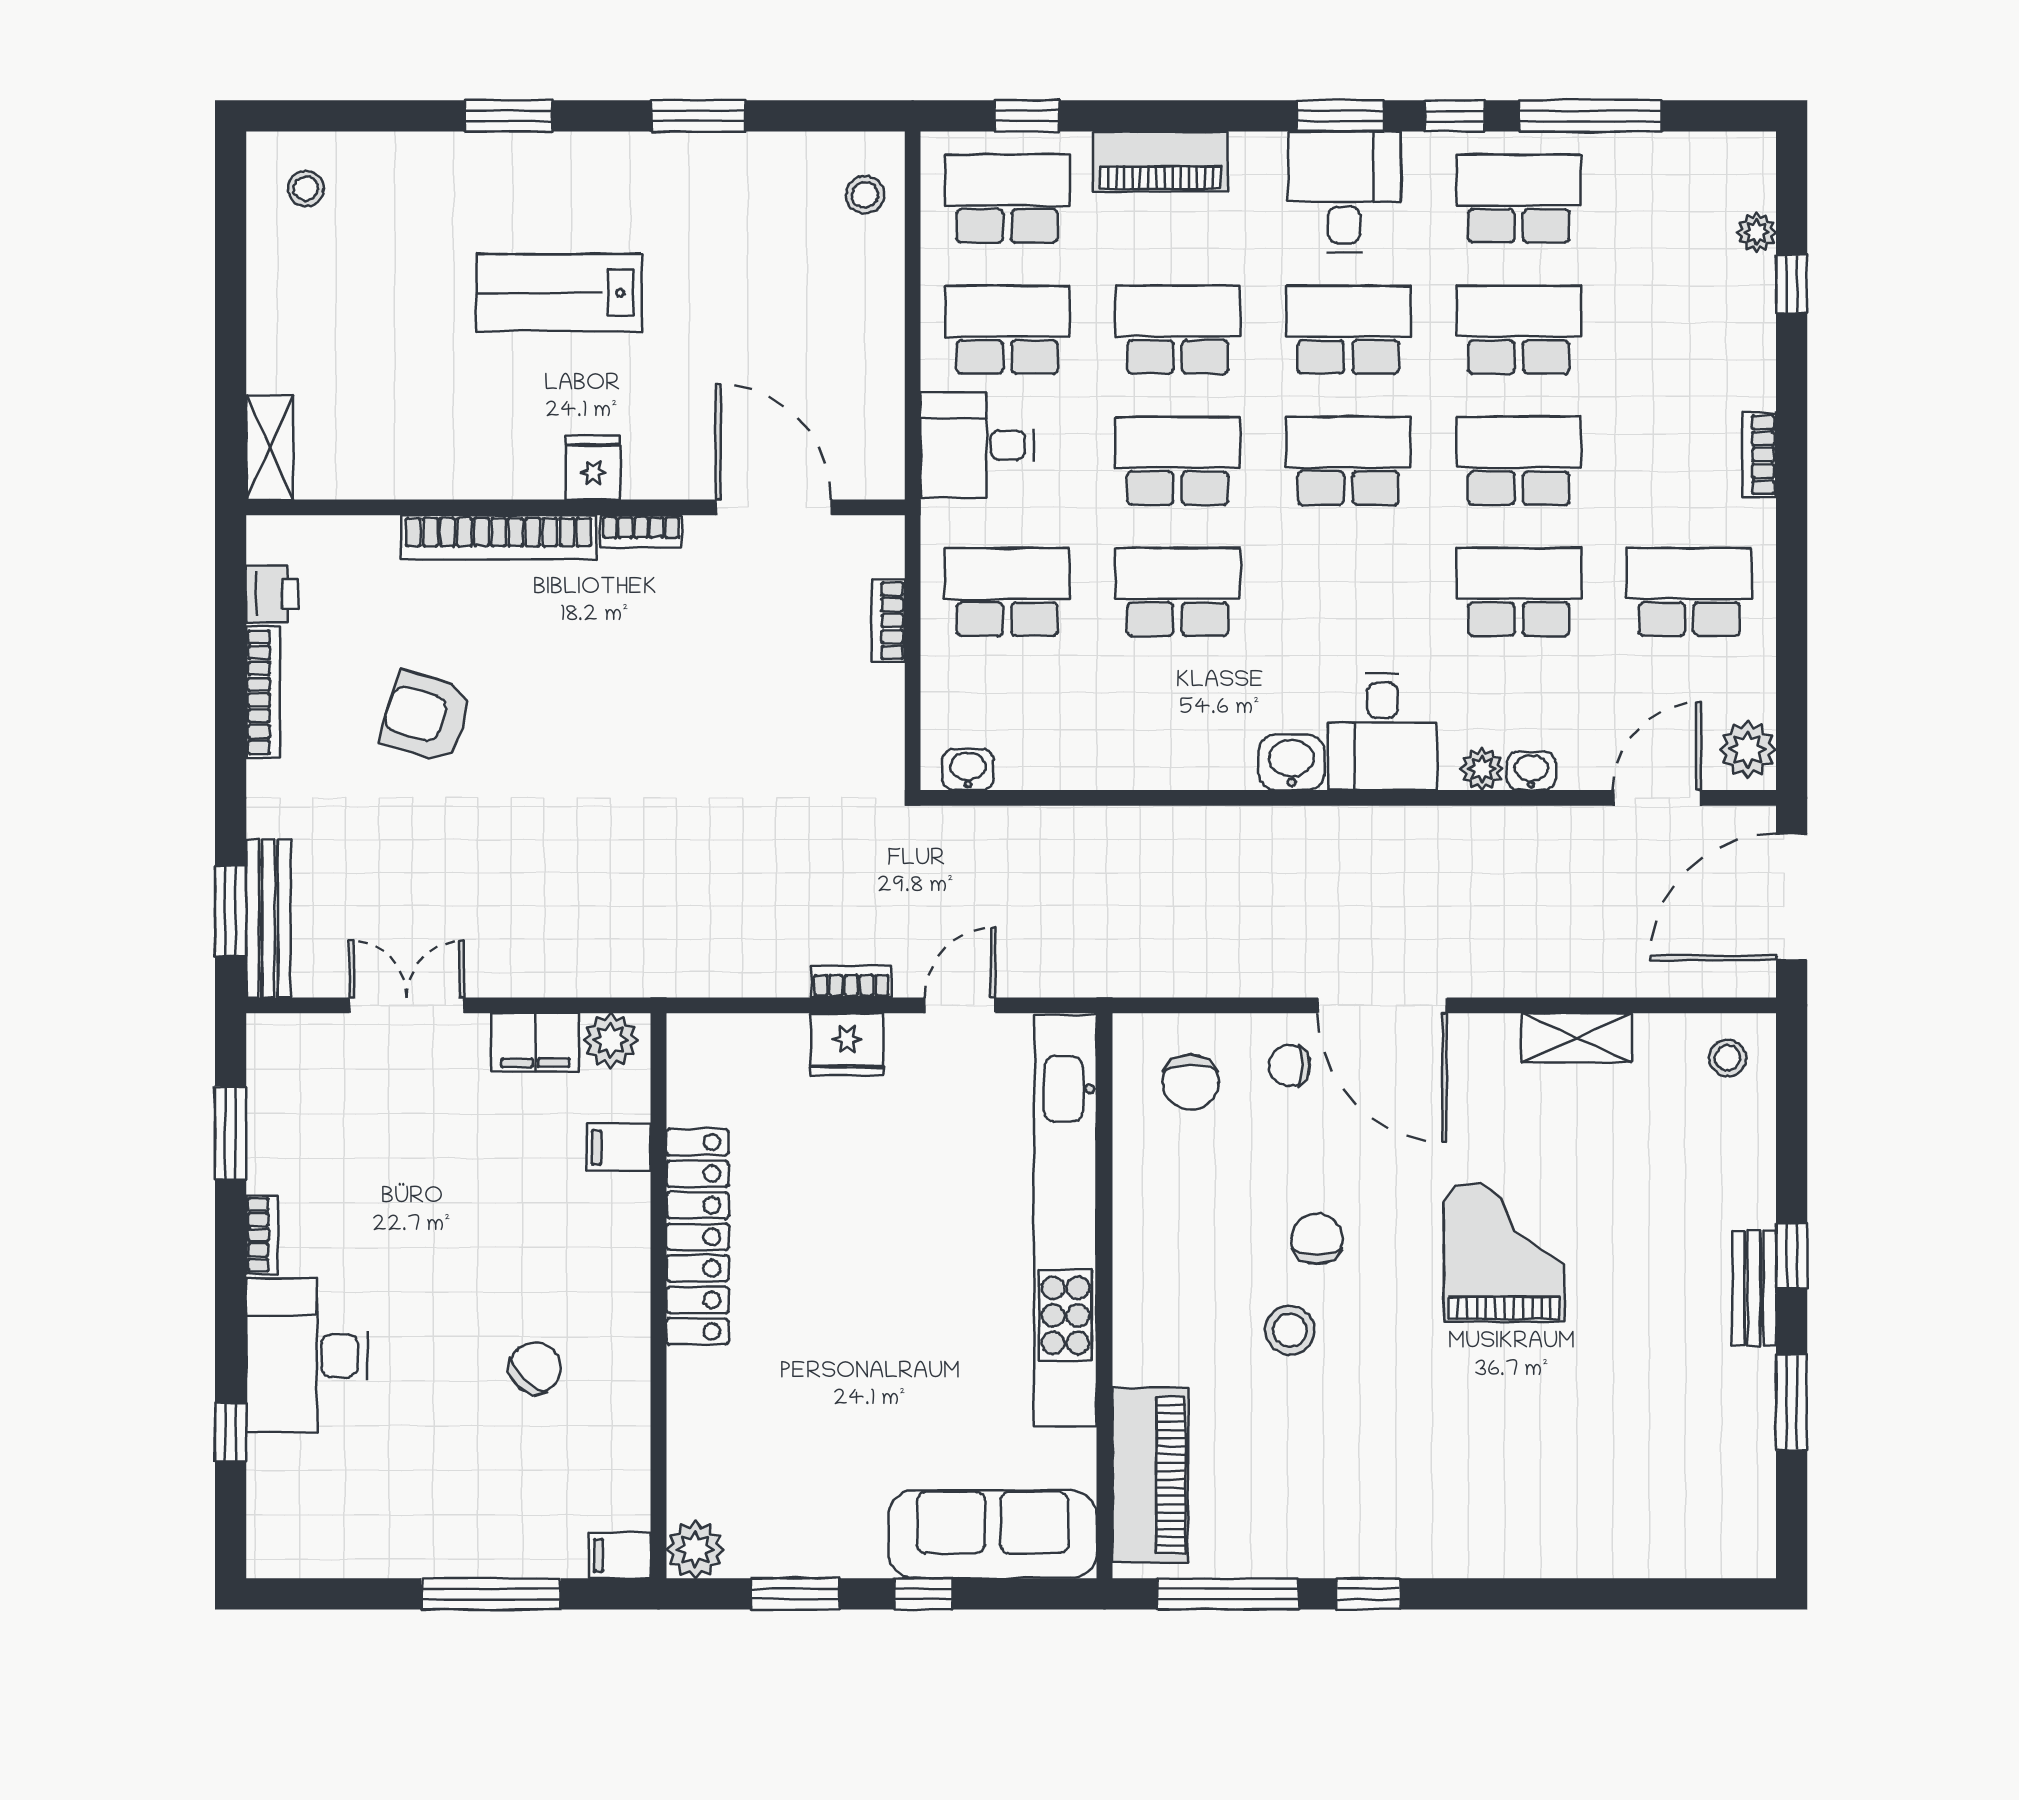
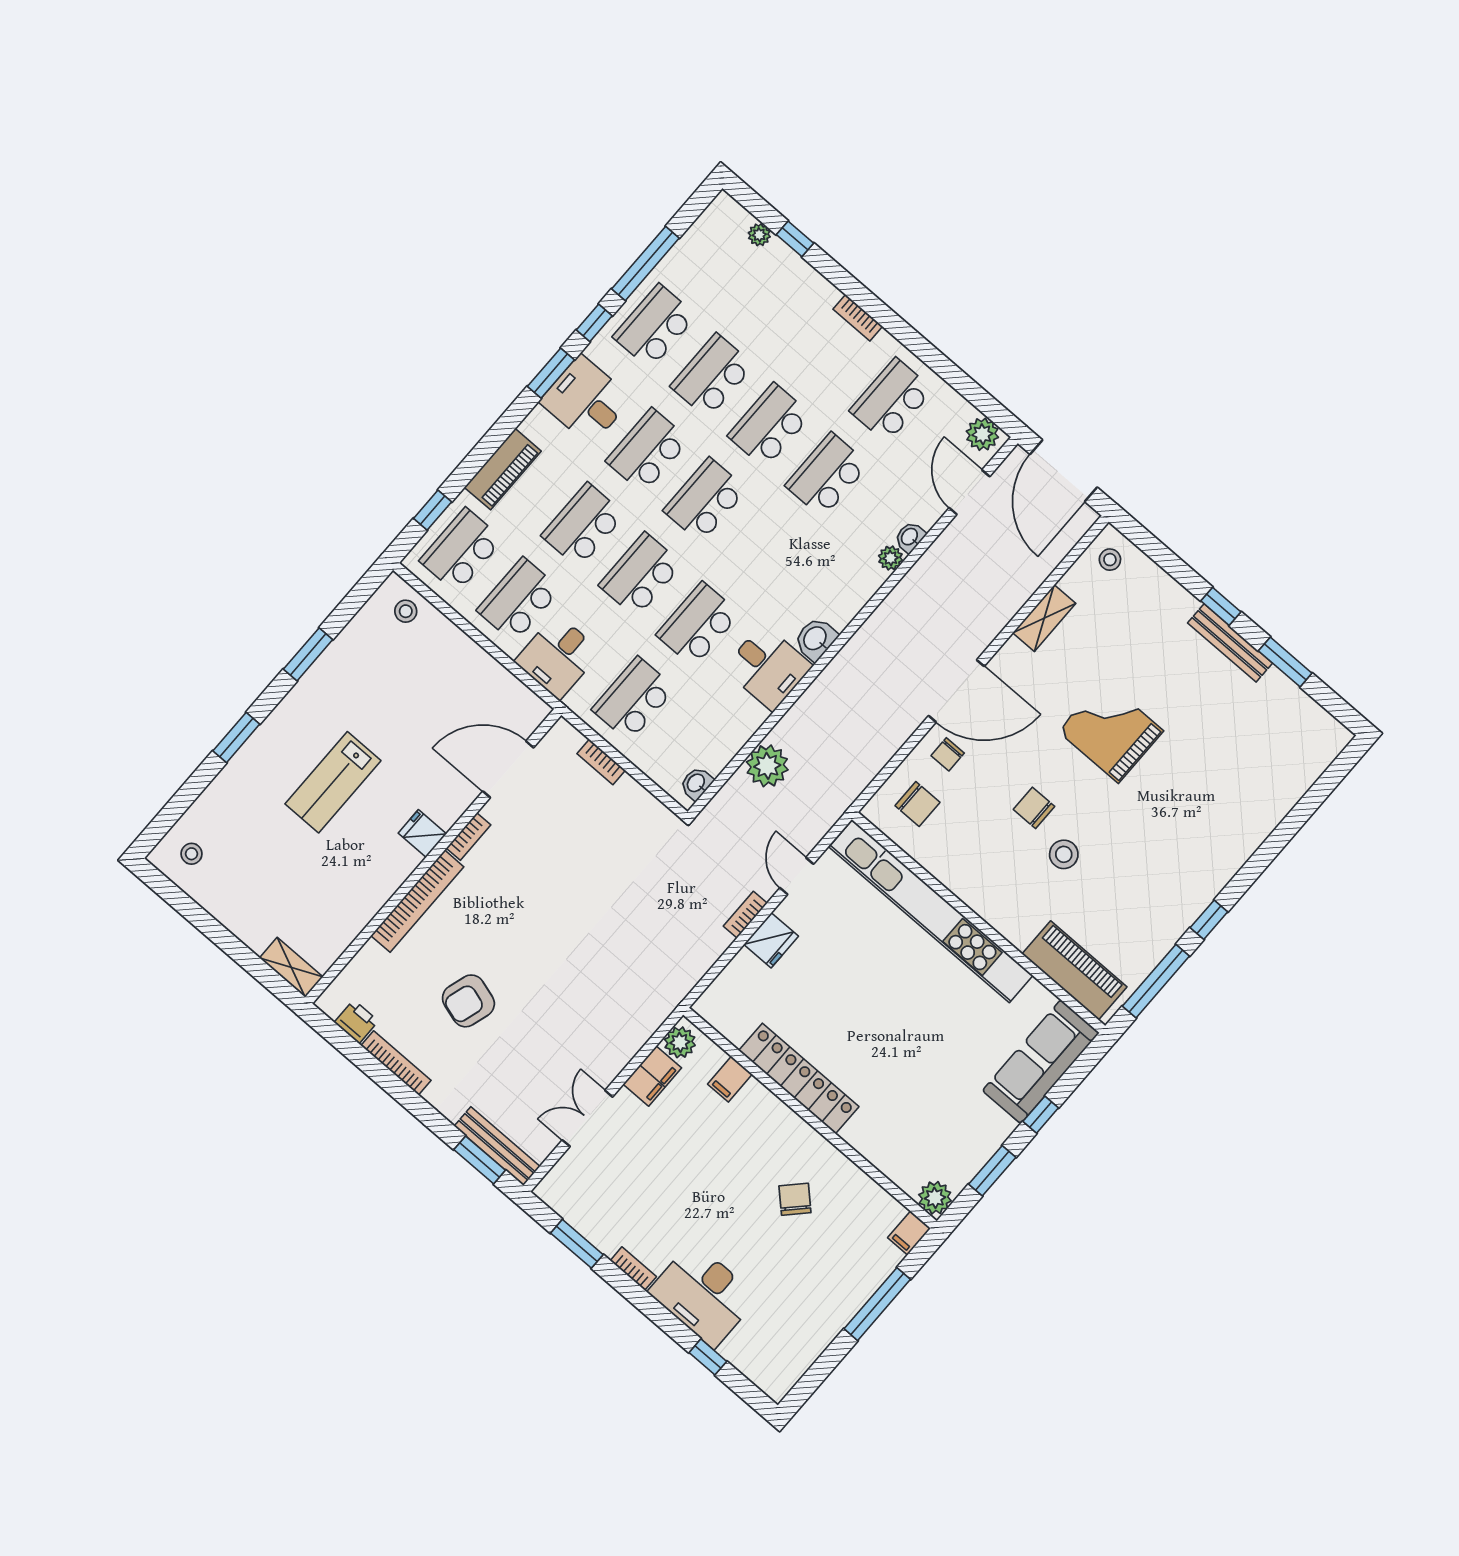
desk: (1383, 732) -> (768, 667), moved
plant: (1071, 842) -> (767, 766), added
bench: (1754, 1288) -> (1230, 643), width x1.36

